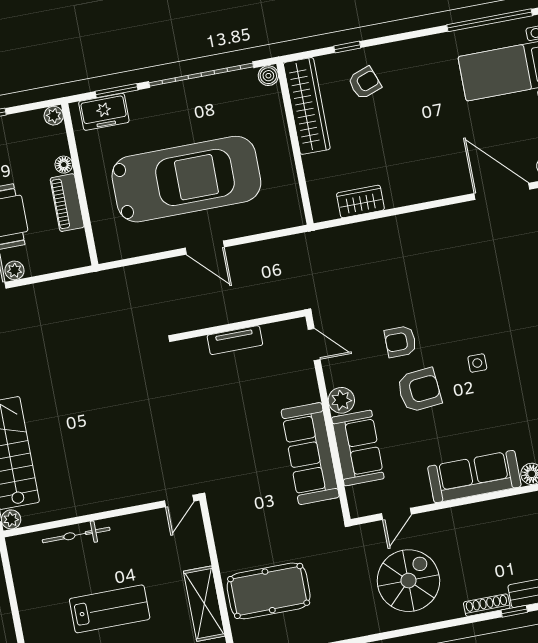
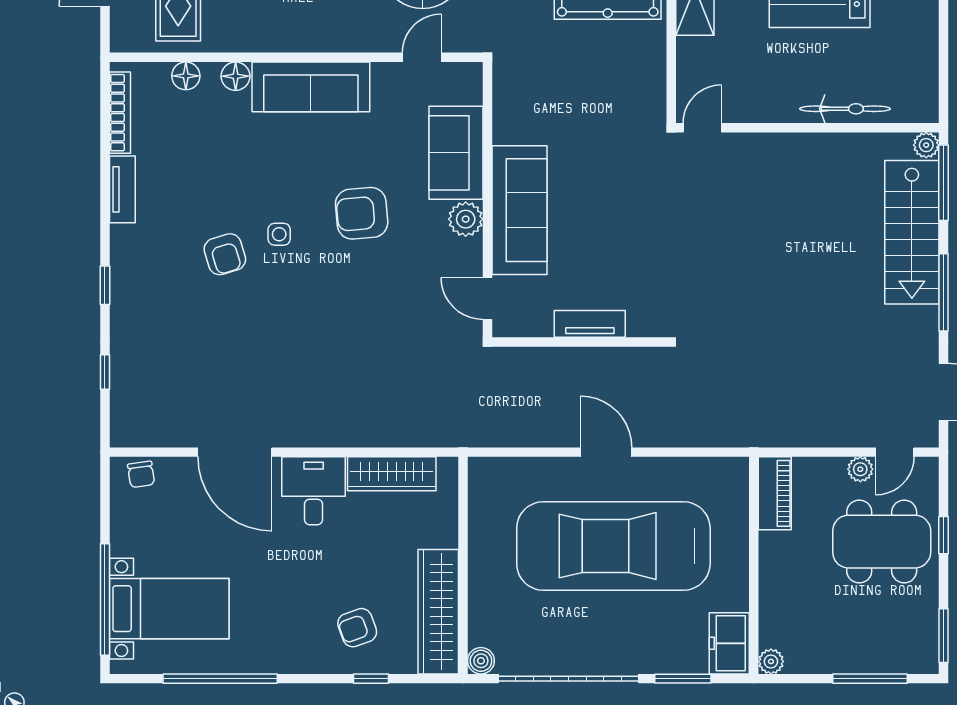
window: (490, 20) -> (220, 679), moved
freezer: (104, 112) -> (729, 643), moved, turned -90
floor lamp: (64, 165) -> (770, 595), removed
desk: (416, 178) -> (314, 491), added
door: (502, 191) -> (235, 452), moved
wardrobe: (360, 202) -> (392, 474), width x1.50
piano: (67, 203) -> (775, 493), moved
armchair: (400, 342) -> (225, 254), moved, turned 73
sofa: (310, 454) -> (520, 210), moved

